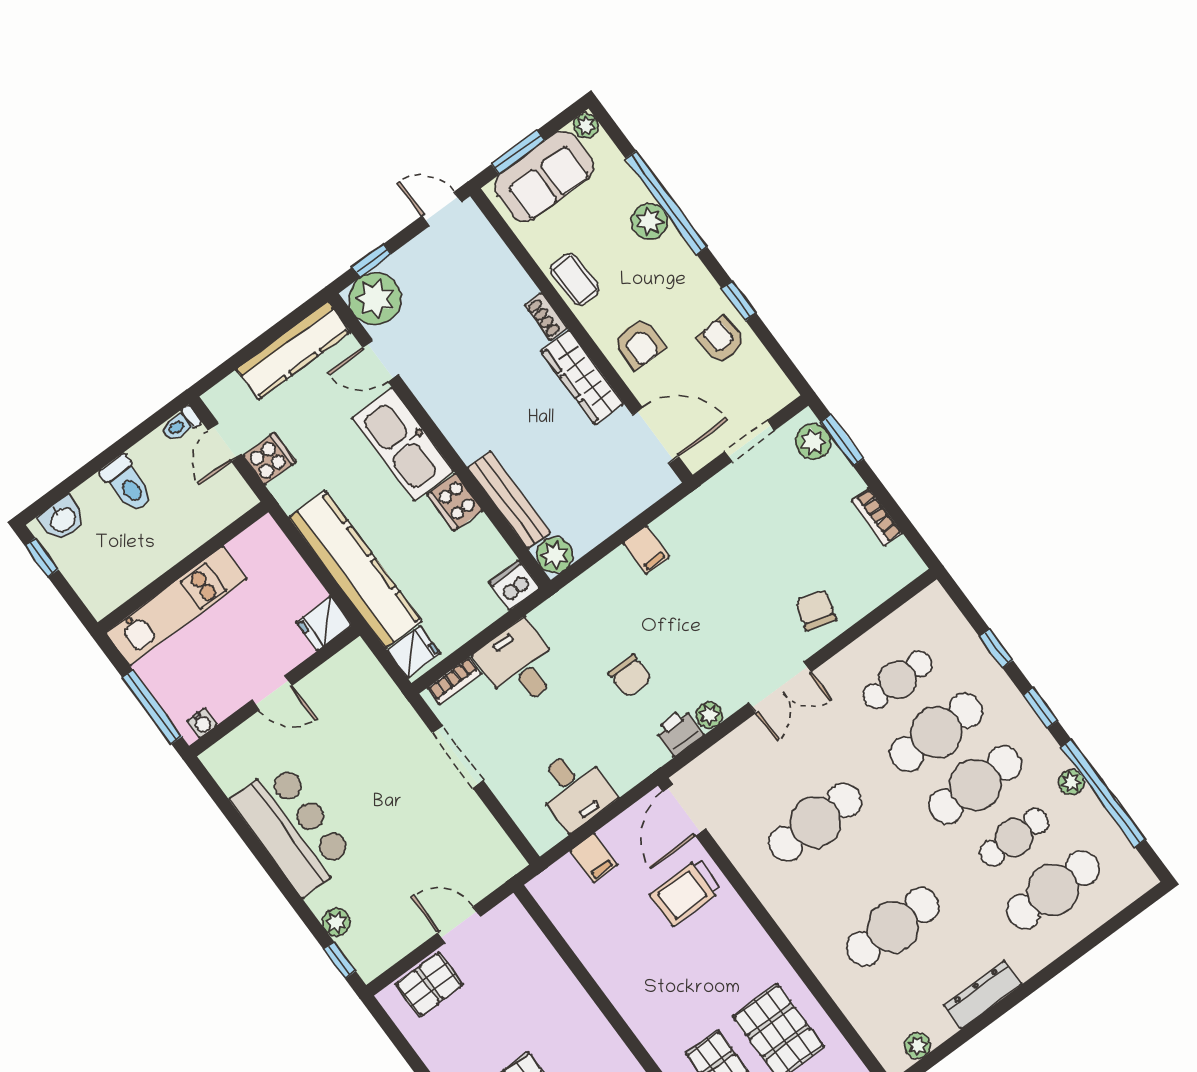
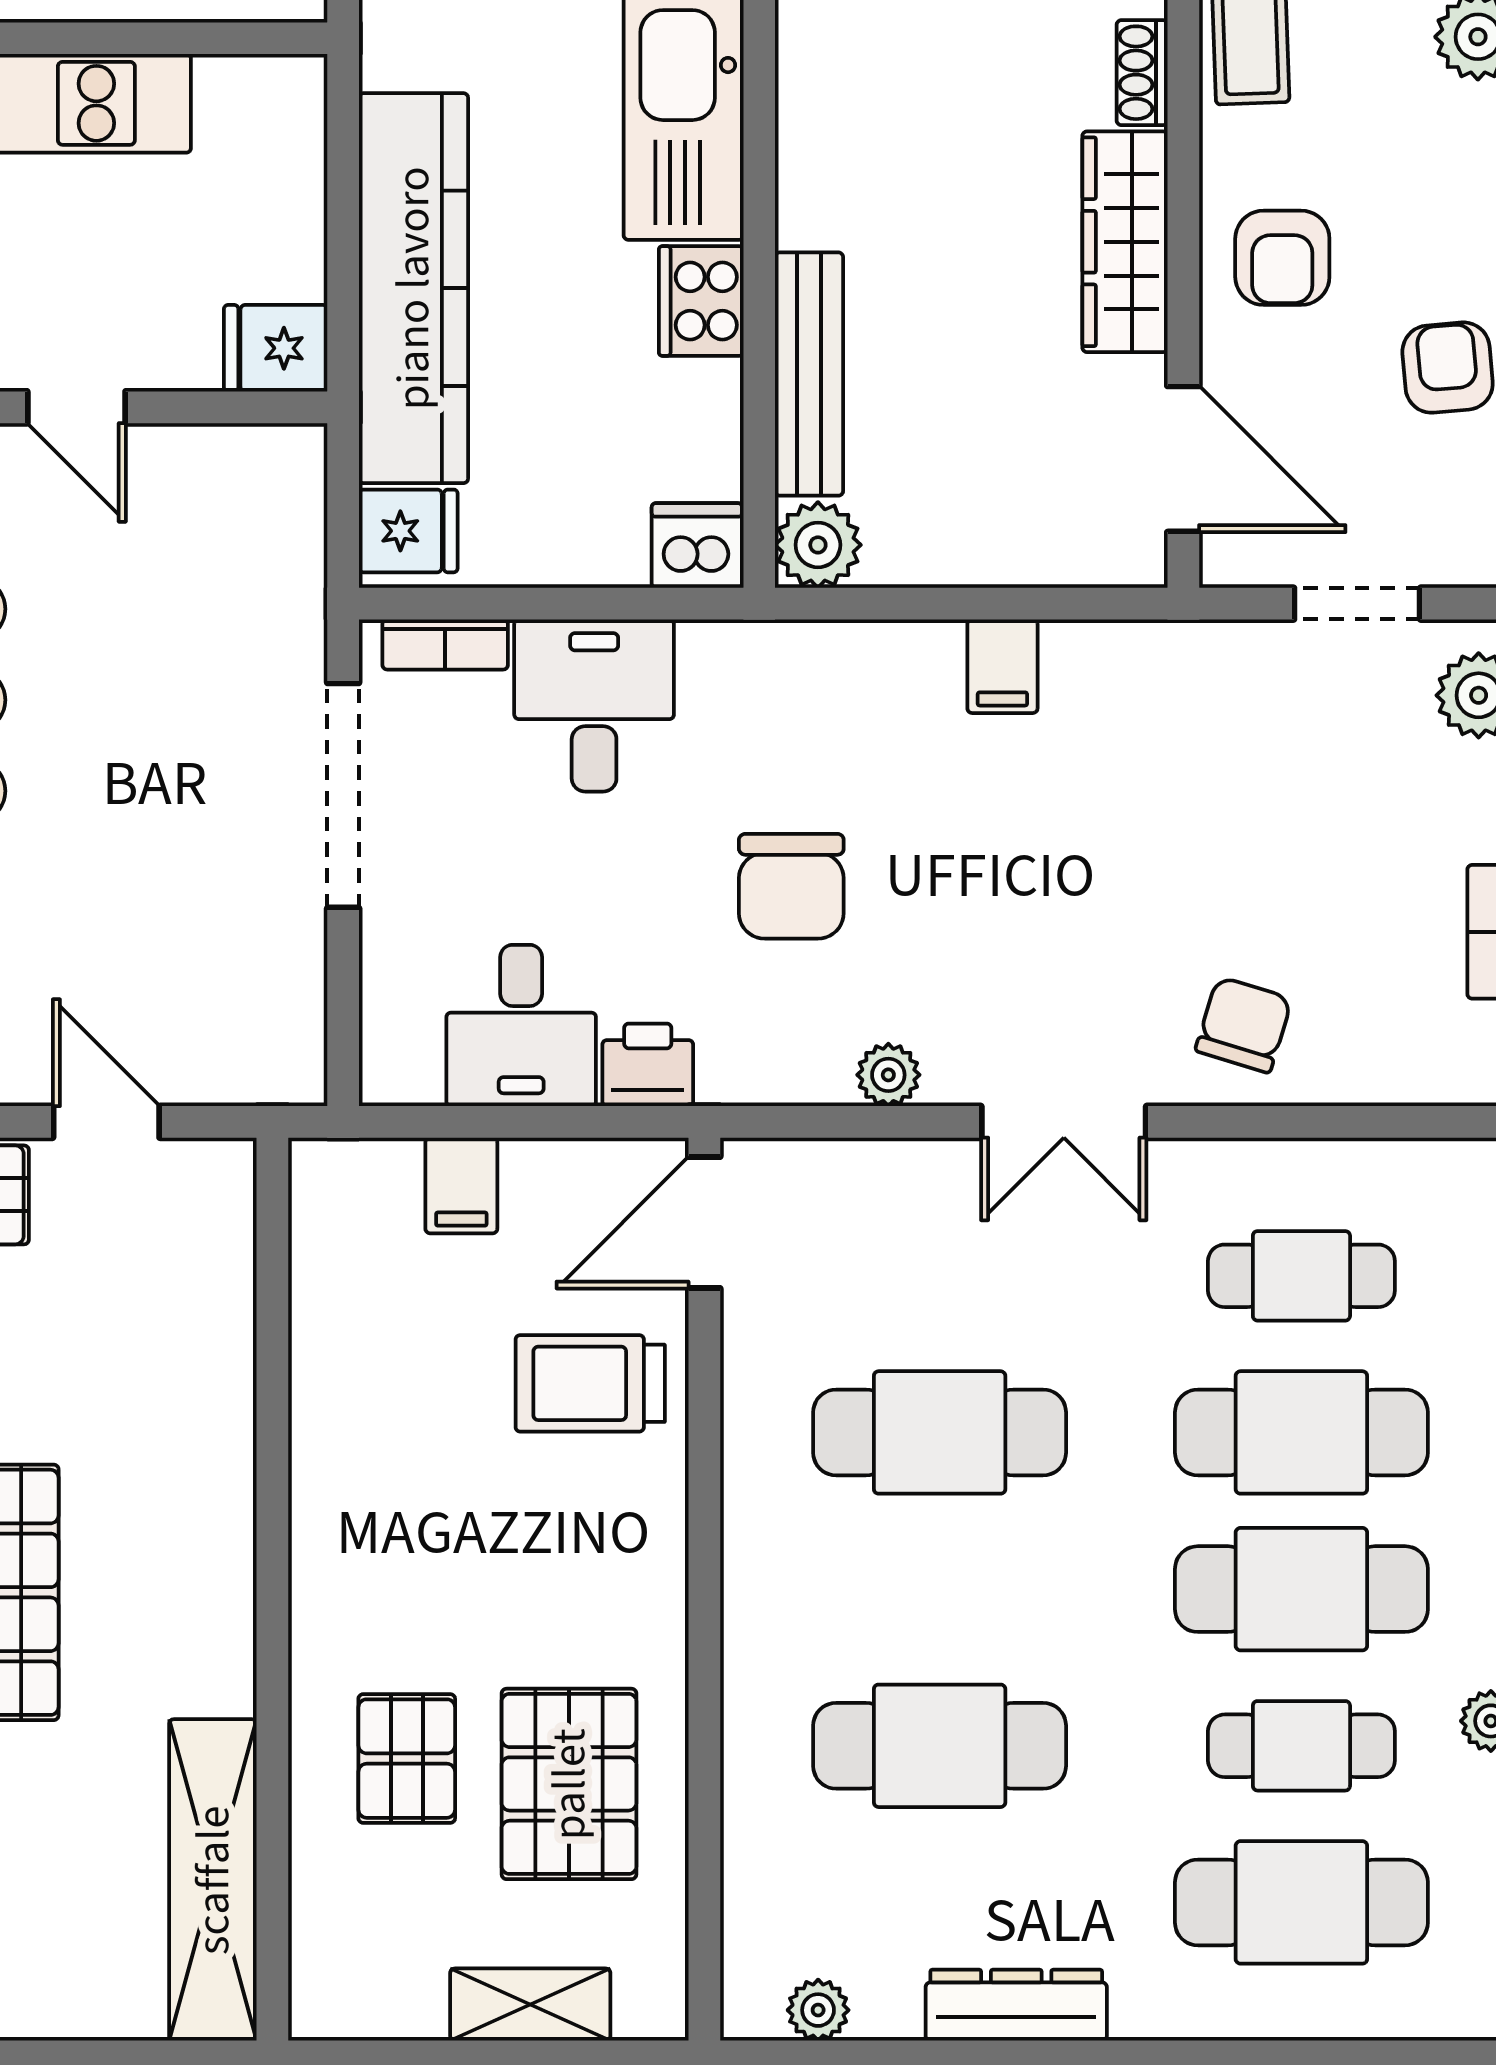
chair: (630, 676) -> (791, 886), width x1.37, depth x1.37
printer: (679, 732) -> (648, 1065), moved
doorway: (457, 757) -> (343, 795), width x1.36

